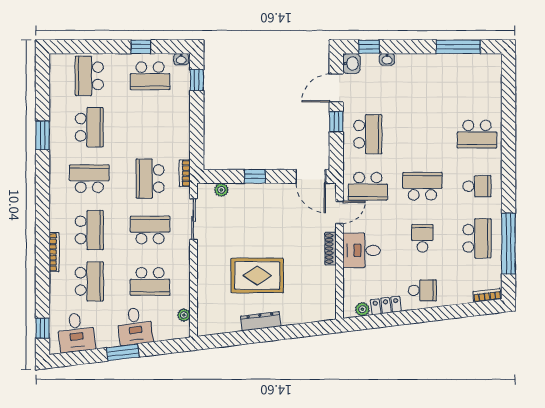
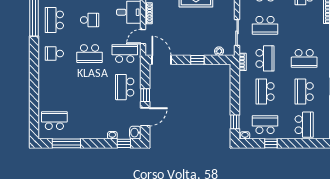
school desk: (477, 134) -> (54, 121), moved
school desk: (89, 230) -> (265, 92), moved
school desk: (422, 238) -> (90, 20), turned -90

